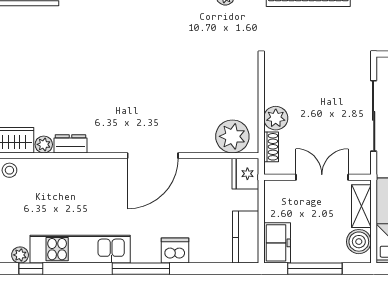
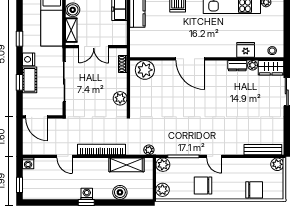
plant: (276, 118) -> (120, 98), moved
door: (153, 156) -> (190, 59), swing flipped
fridge: (245, 174) -> (246, 50), moved, turned -90

